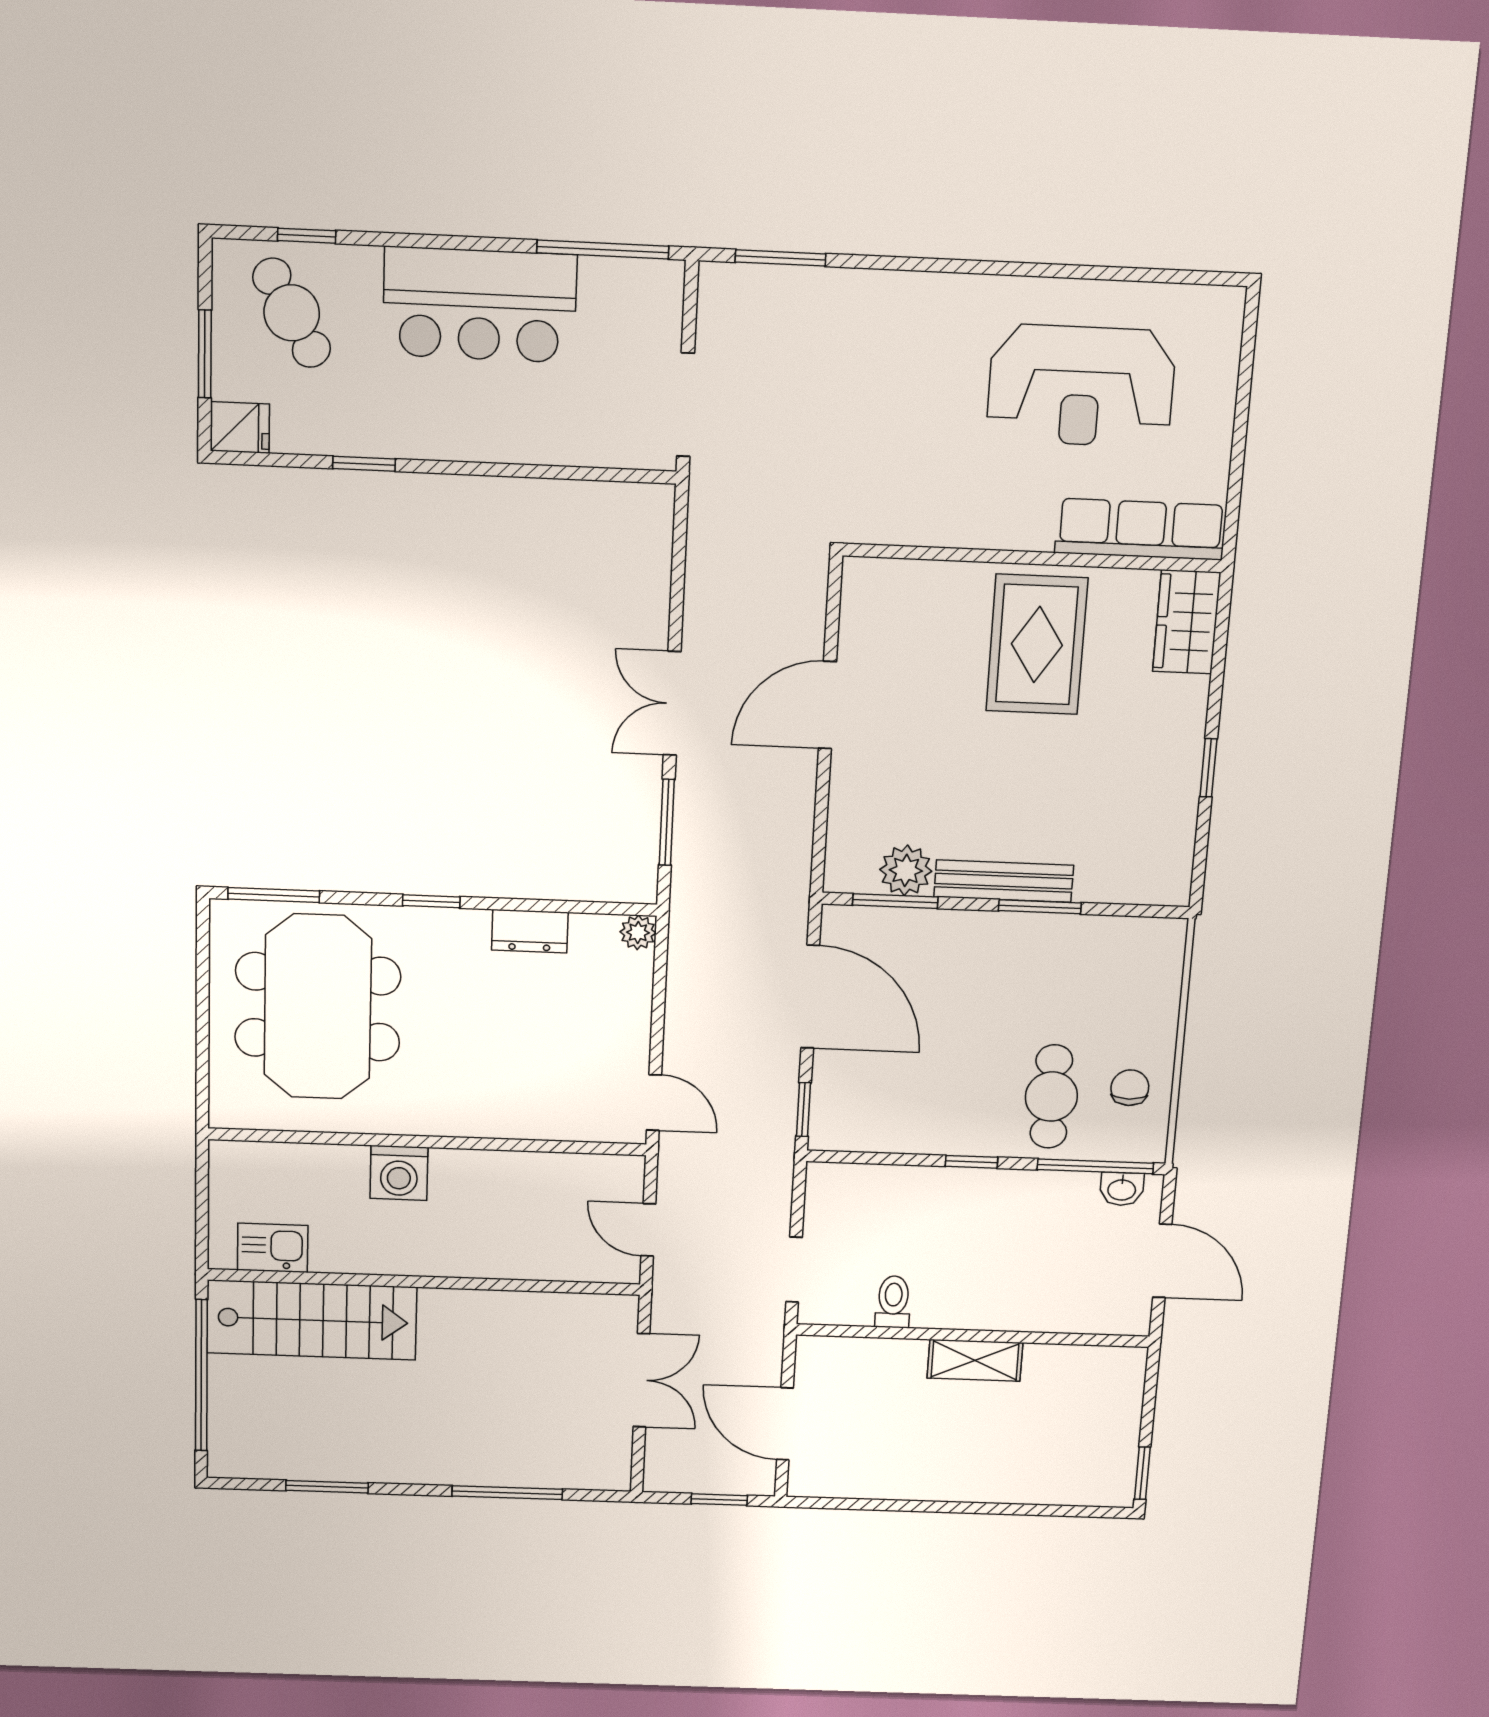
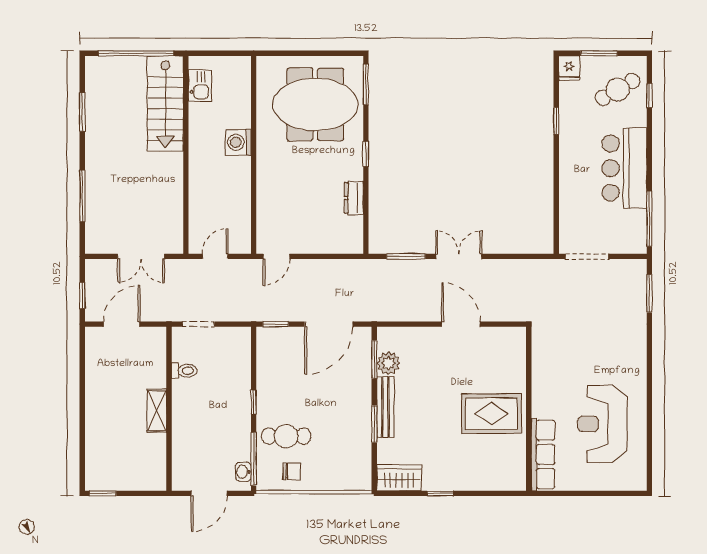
wardrobe: (1187, 622) -> (399, 478), moved
plant: (638, 932) -> (355, 246), removed

